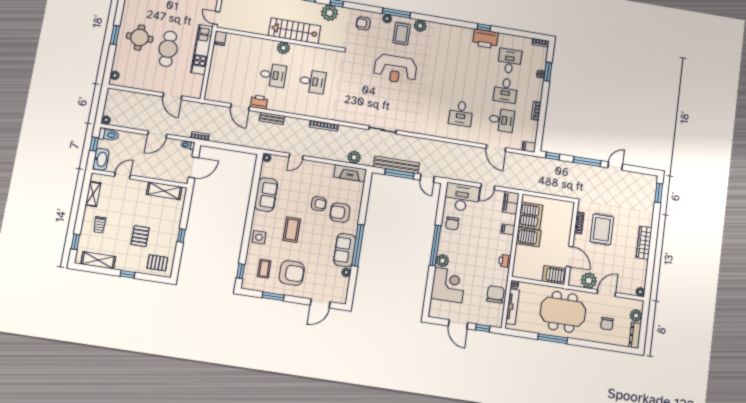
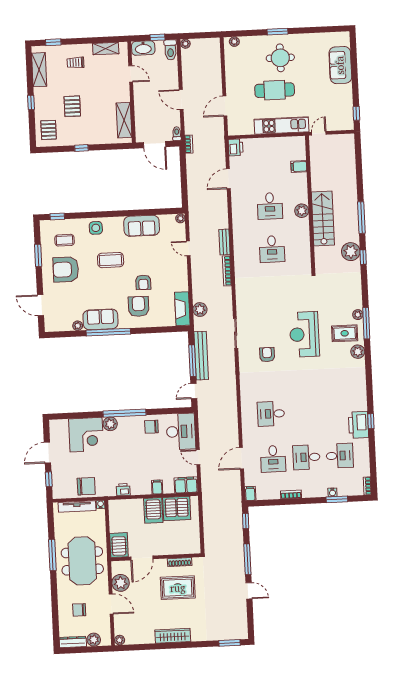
armchair: (363, 23) -> (267, 355), moved
filing cabinet: (220, 38) -> (299, 167), moved
printer: (259, 102) -> (236, 147), moved
bench: (272, 118) -> (225, 242), moved
pallet: (140, 236) -> (72, 106), turned 90
armchair: (292, 273) -> (66, 269), turned 90

